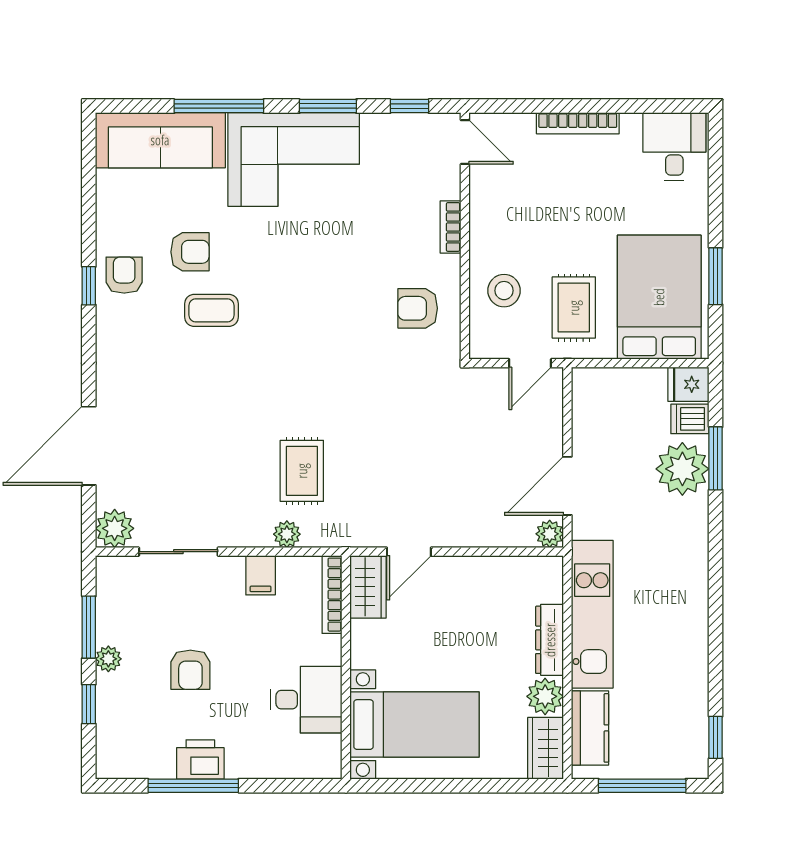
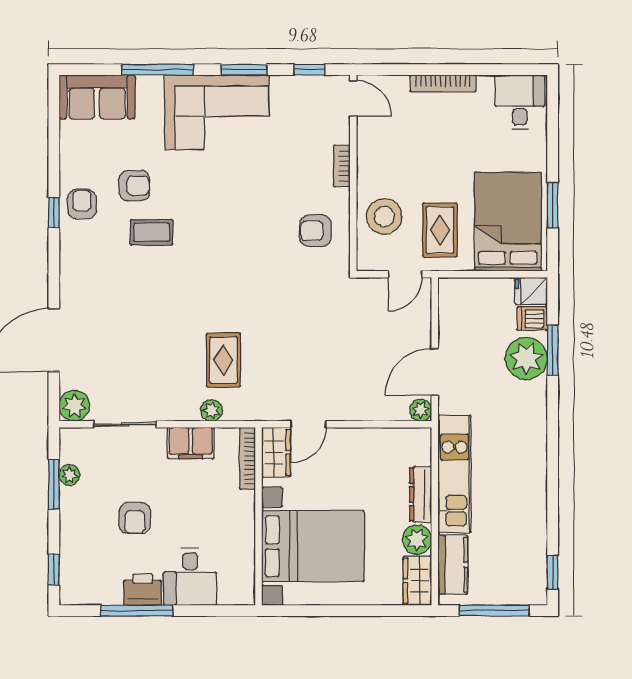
sofa: (160, 140) -> (97, 97), width x0.73
stool: (504, 291) -> (384, 217), width x1.38, depth x1.38
filing cabinet: (261, 575) -> (191, 443), width x2.00
plant: (108, 659) -> (69, 475), moved
desk: (306, 700) -> (190, 577), moved, turned 90
window: (89, 704) -> (54, 570), moved
bed with nightstands: (414, 725) -> (313, 546), width x1.36

